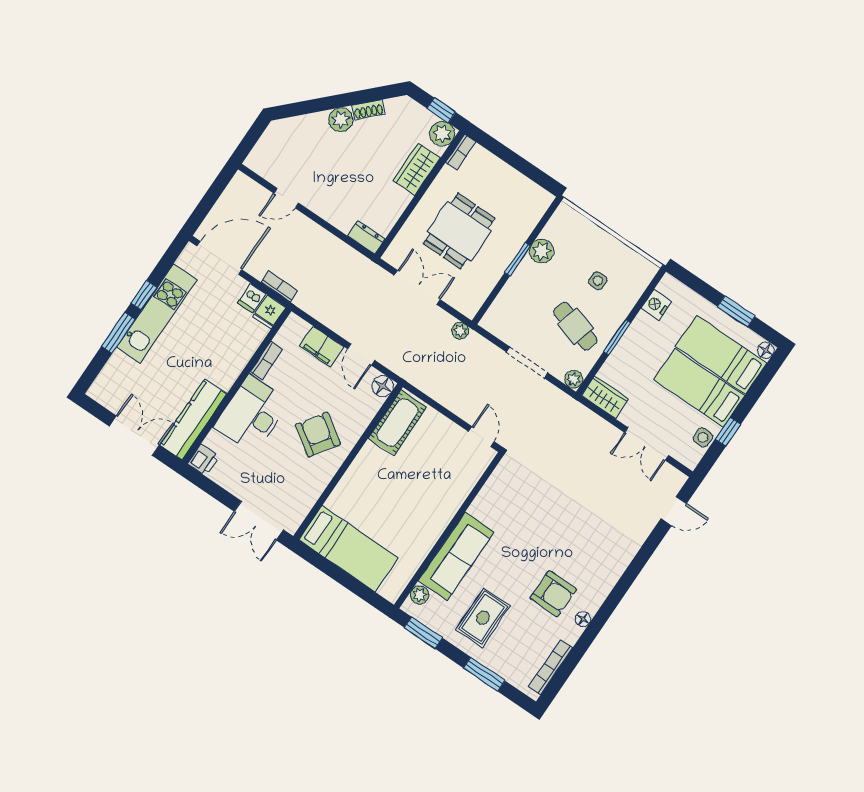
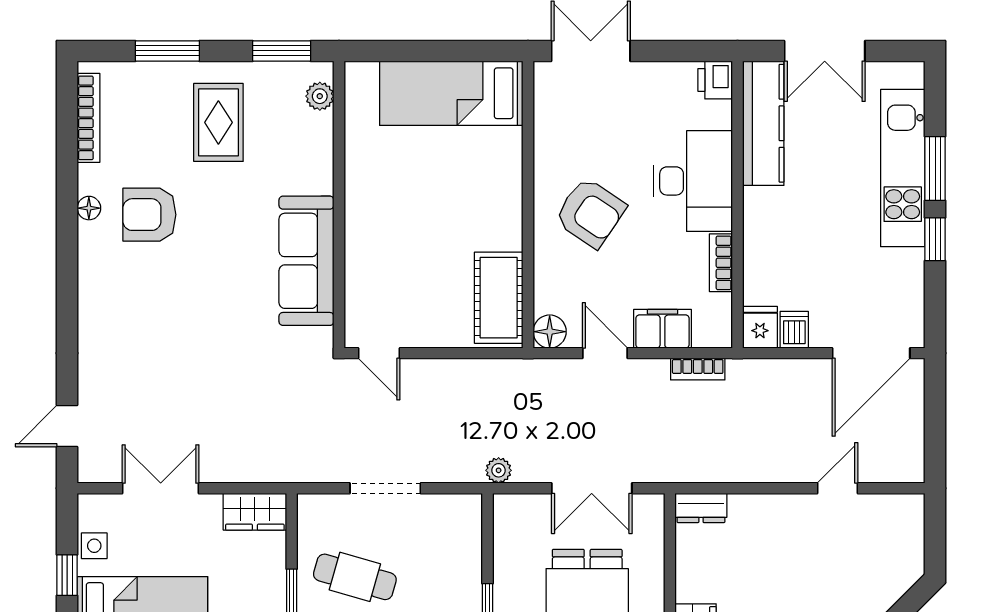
bookcase: (279, 286) -> (698, 369), moved
kitchen unit: (157, 313) -> (903, 168), moved
plant: (574, 379) -> (311, 507), removed
sofa: (456, 556) -> (306, 261), moved

